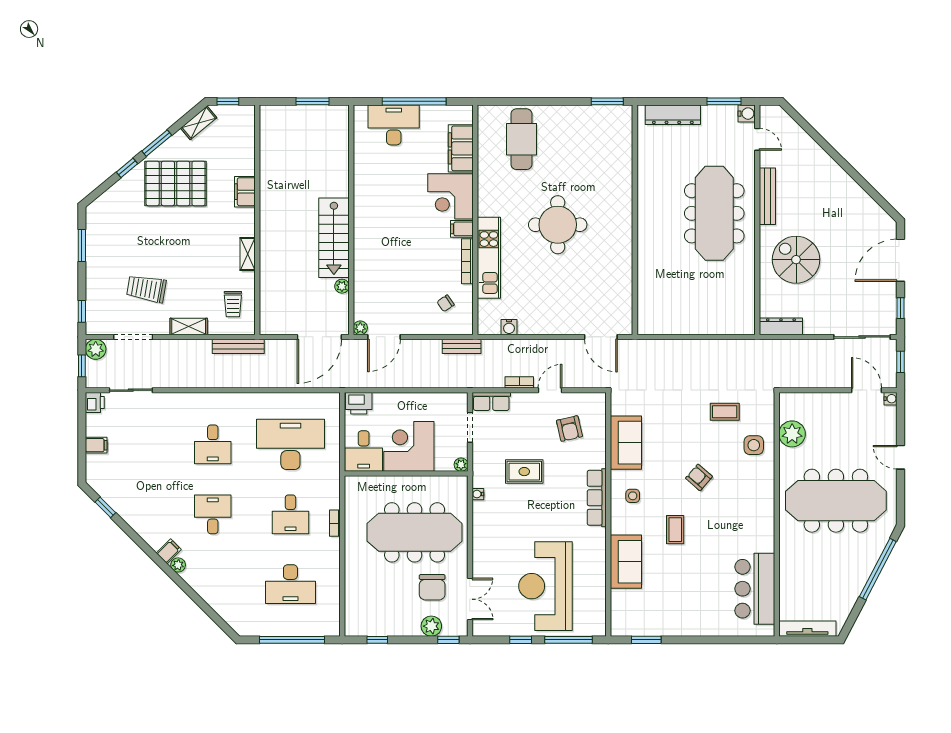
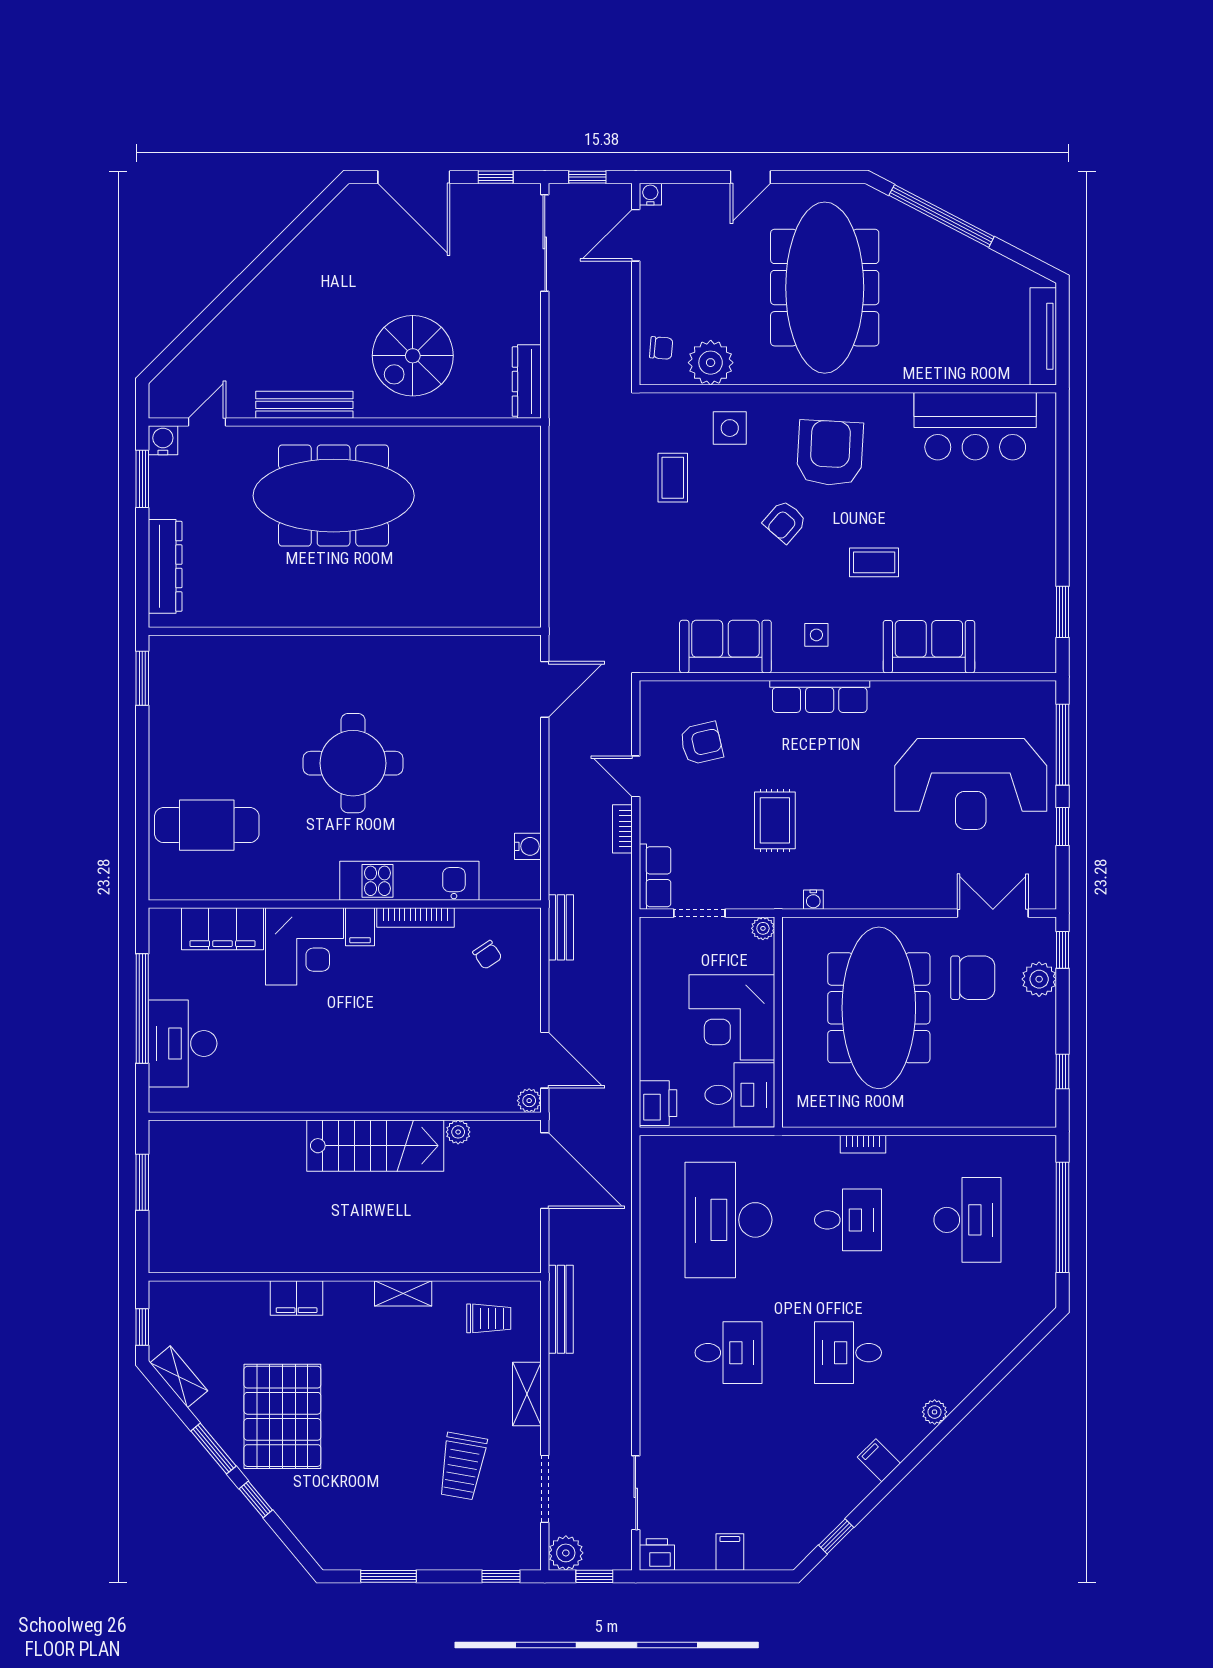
chair: (801, 405) -> (661, 348), added
armchair: (739, 504) -> (830, 453), added
filing cabinet: (169, 551) -> (879, 1460), moved

